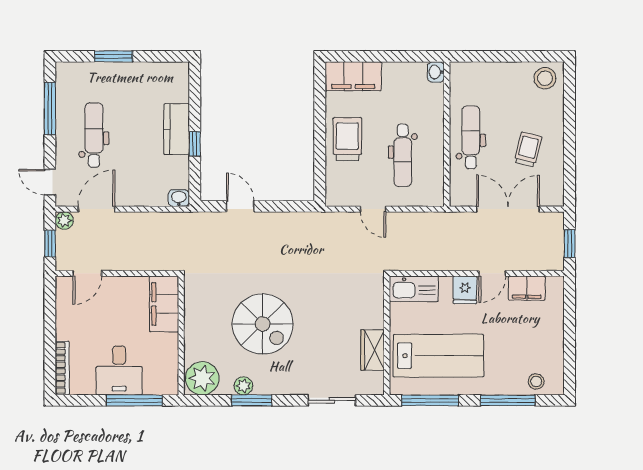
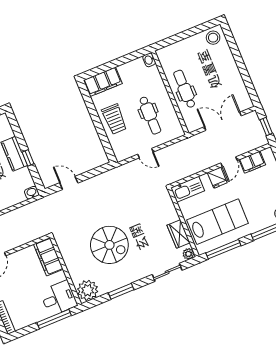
trolley: (347, 139) -> (114, 119), turned 180
trolley: (528, 149) -> (220, 82), removed
desk: (119, 370) -> (59, 298), moved, turned -90
plant: (243, 386) -> (188, 254), moved

